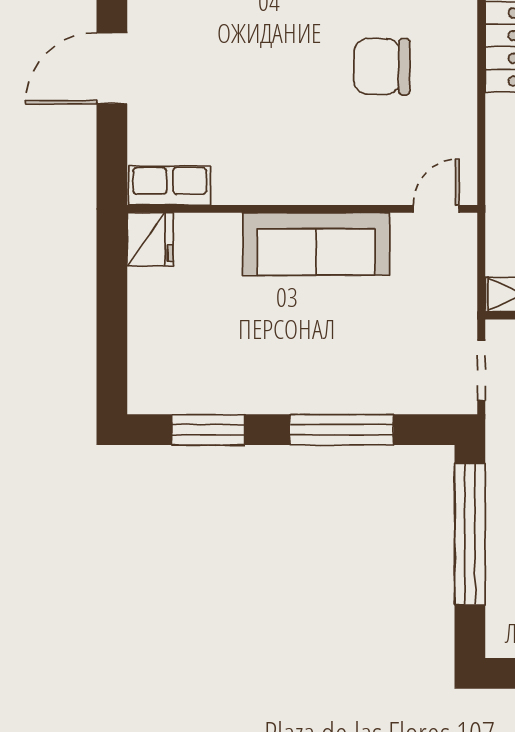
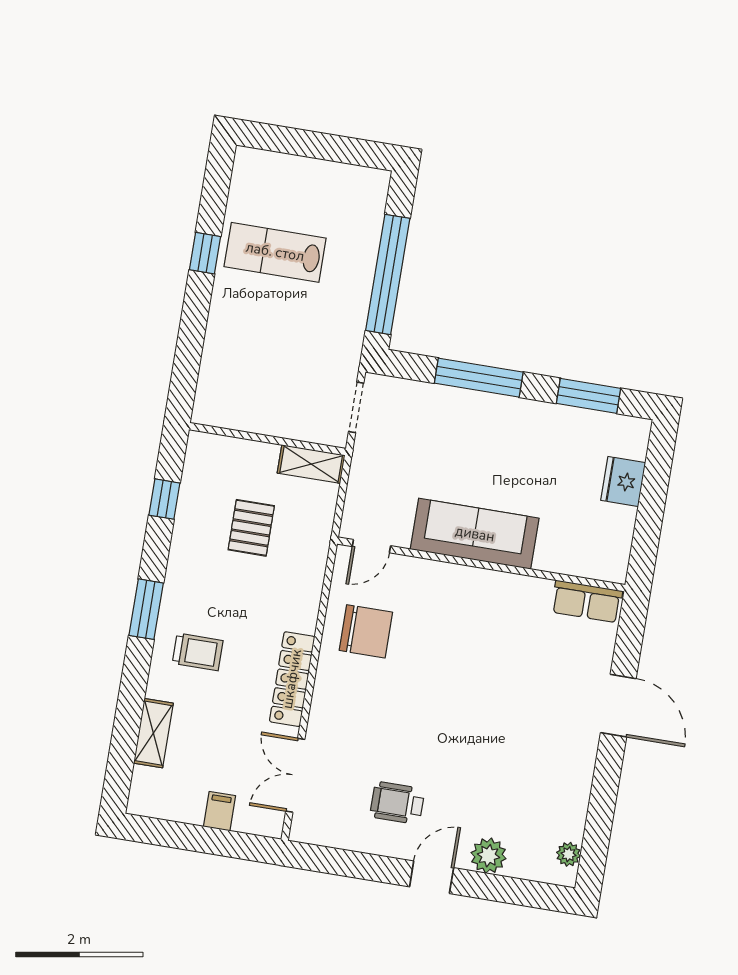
chair: (382, 67) -> (366, 631), moved
door: (112, 68) -> (618, 706), hinge flipped
fridge: (150, 239) -> (623, 482), moved

